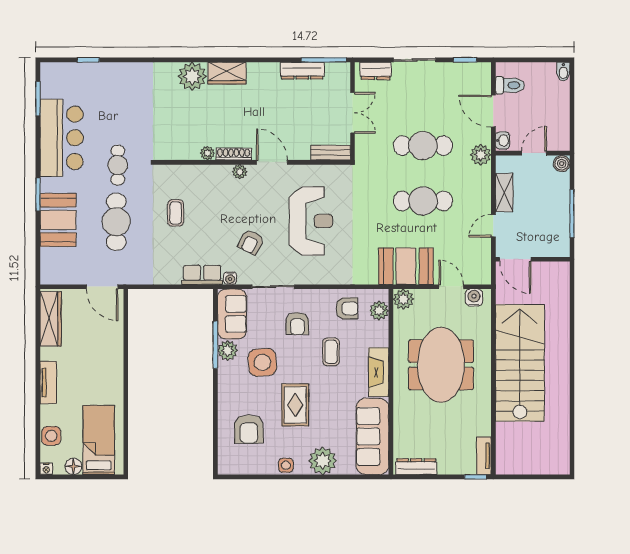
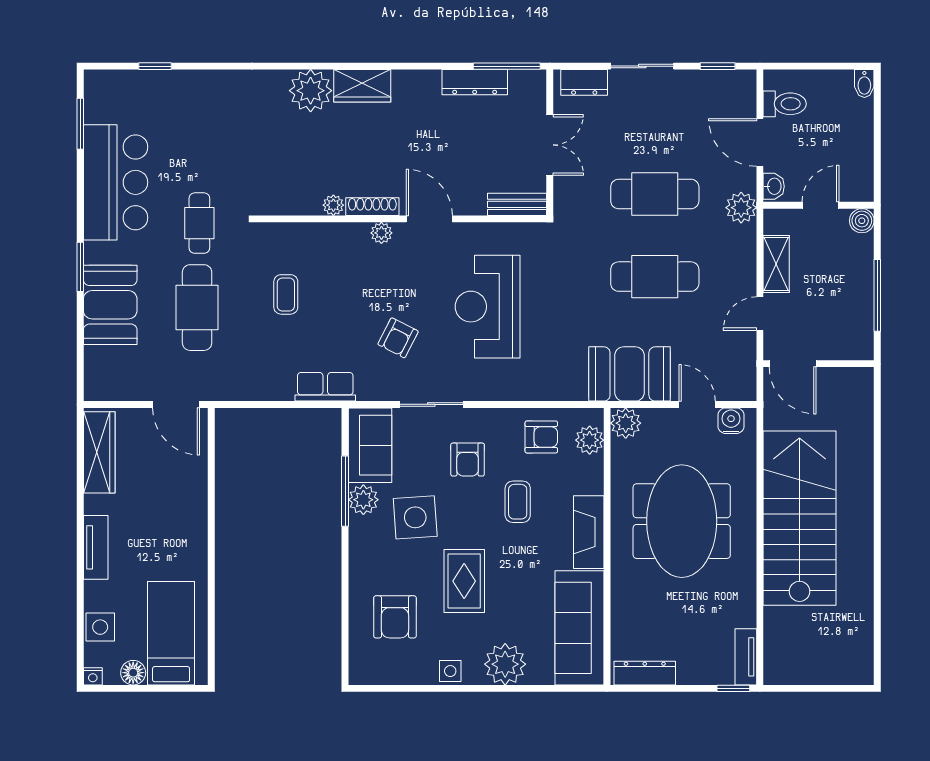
reception desk: (311, 221) -> (488, 307), turned 180
water cooler: (230, 278) -> (367, 392), removed

